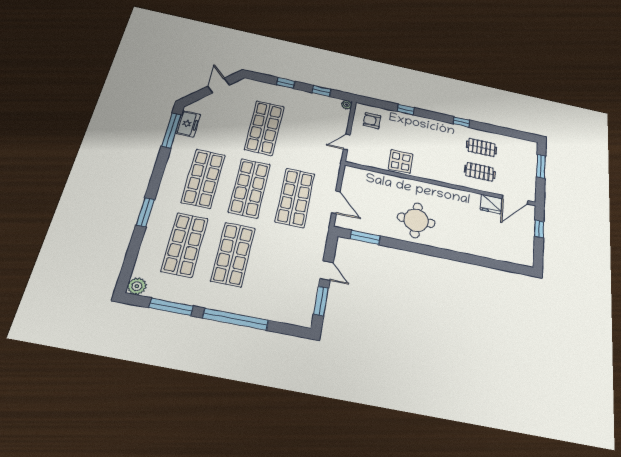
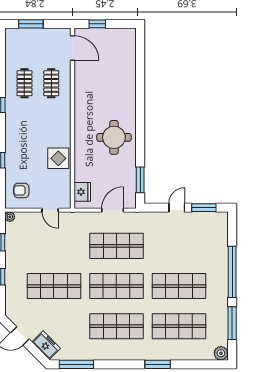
armchair: (372, 121) -> (21, 190), turned 90
freezer: (188, 124) -> (46, 345), moved, turned 45
fridge: (491, 204) -> (82, 192), moved

